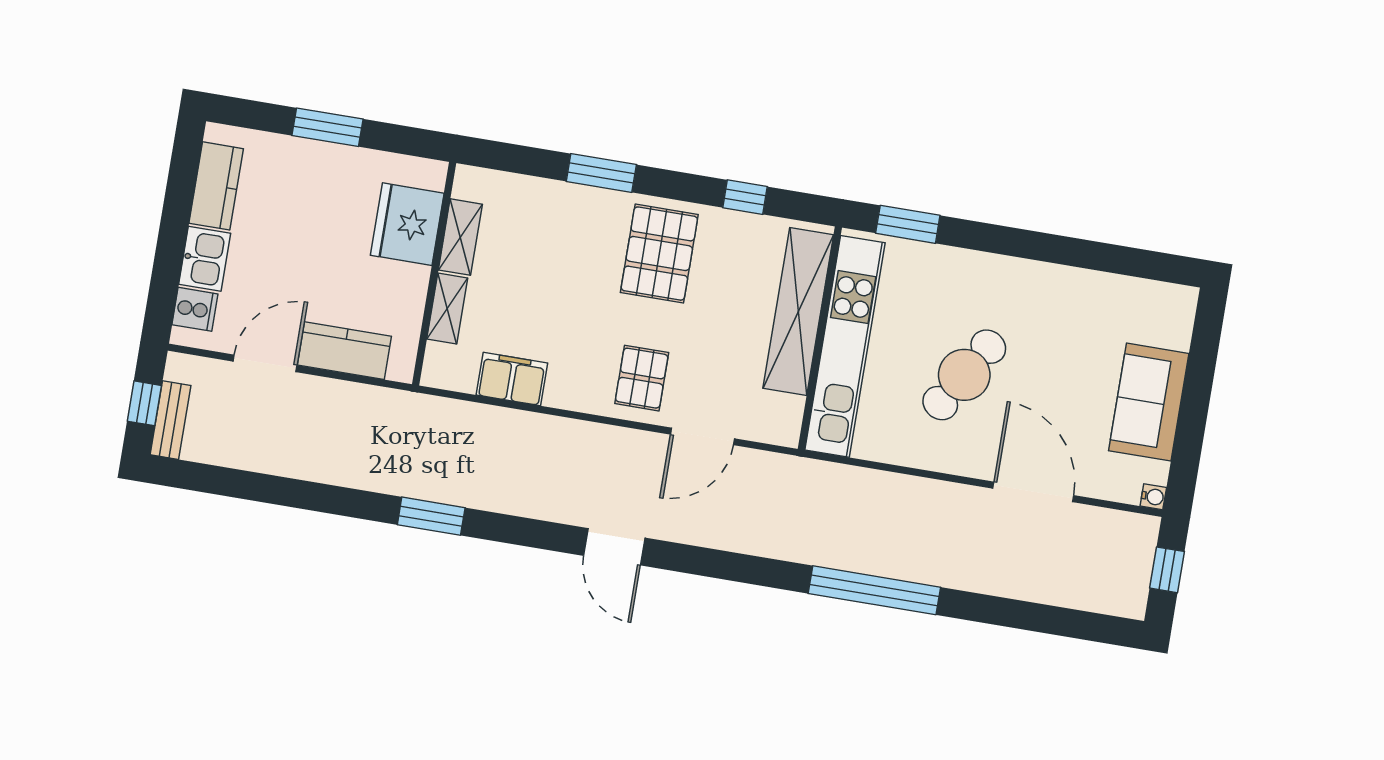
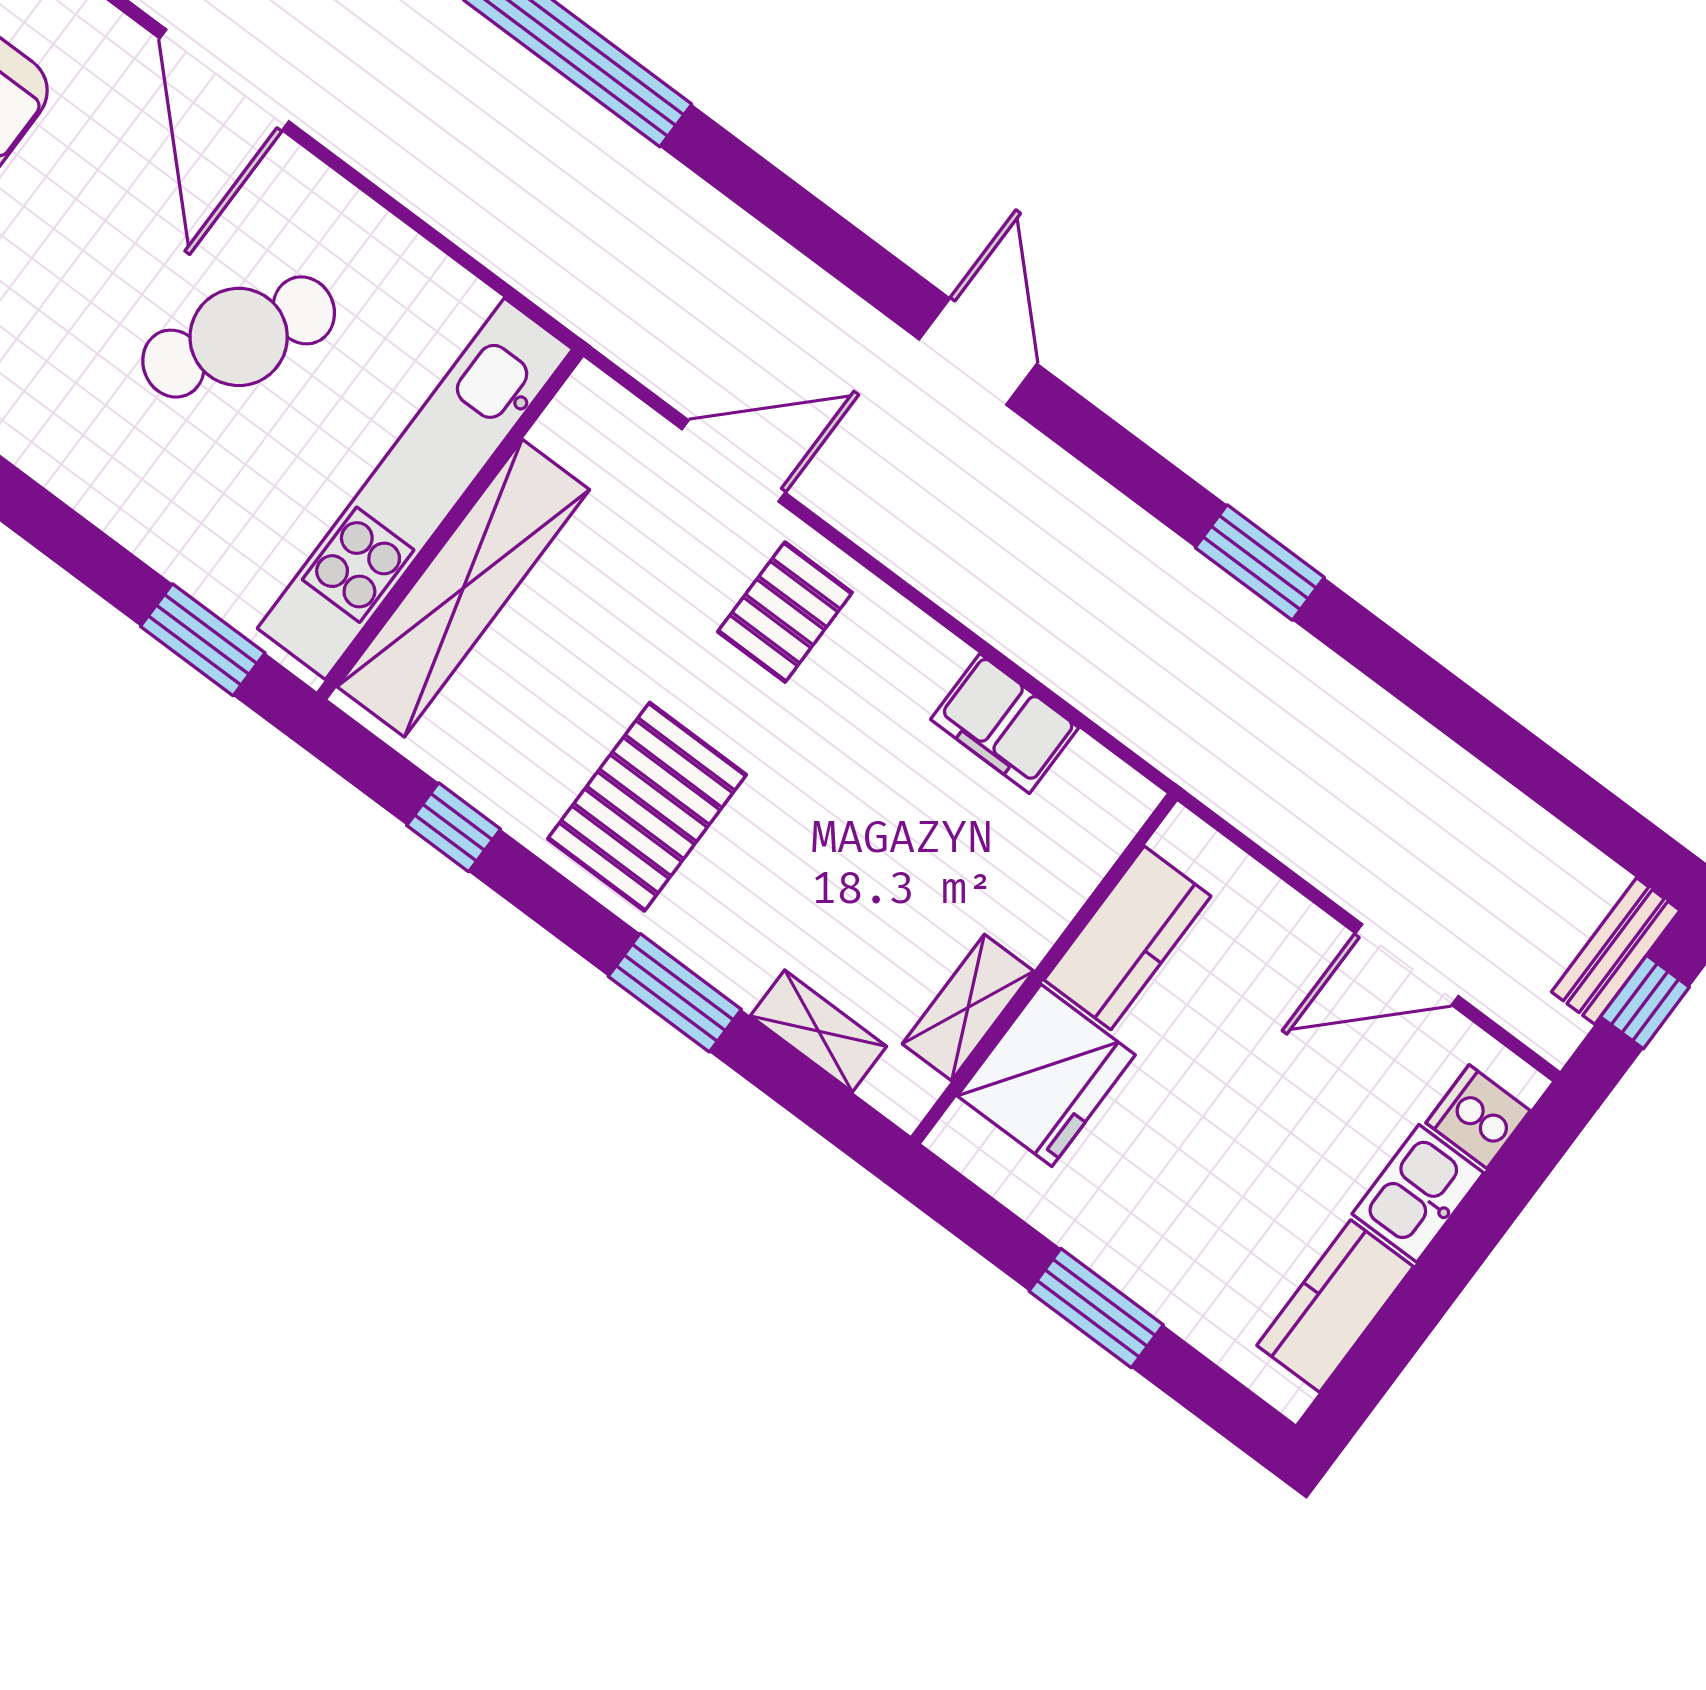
shelving: (447, 309) -> (818, 1031), moved, turned 90
kitchen counter: (344, 351) -> (1128, 938), moved, turned -90

